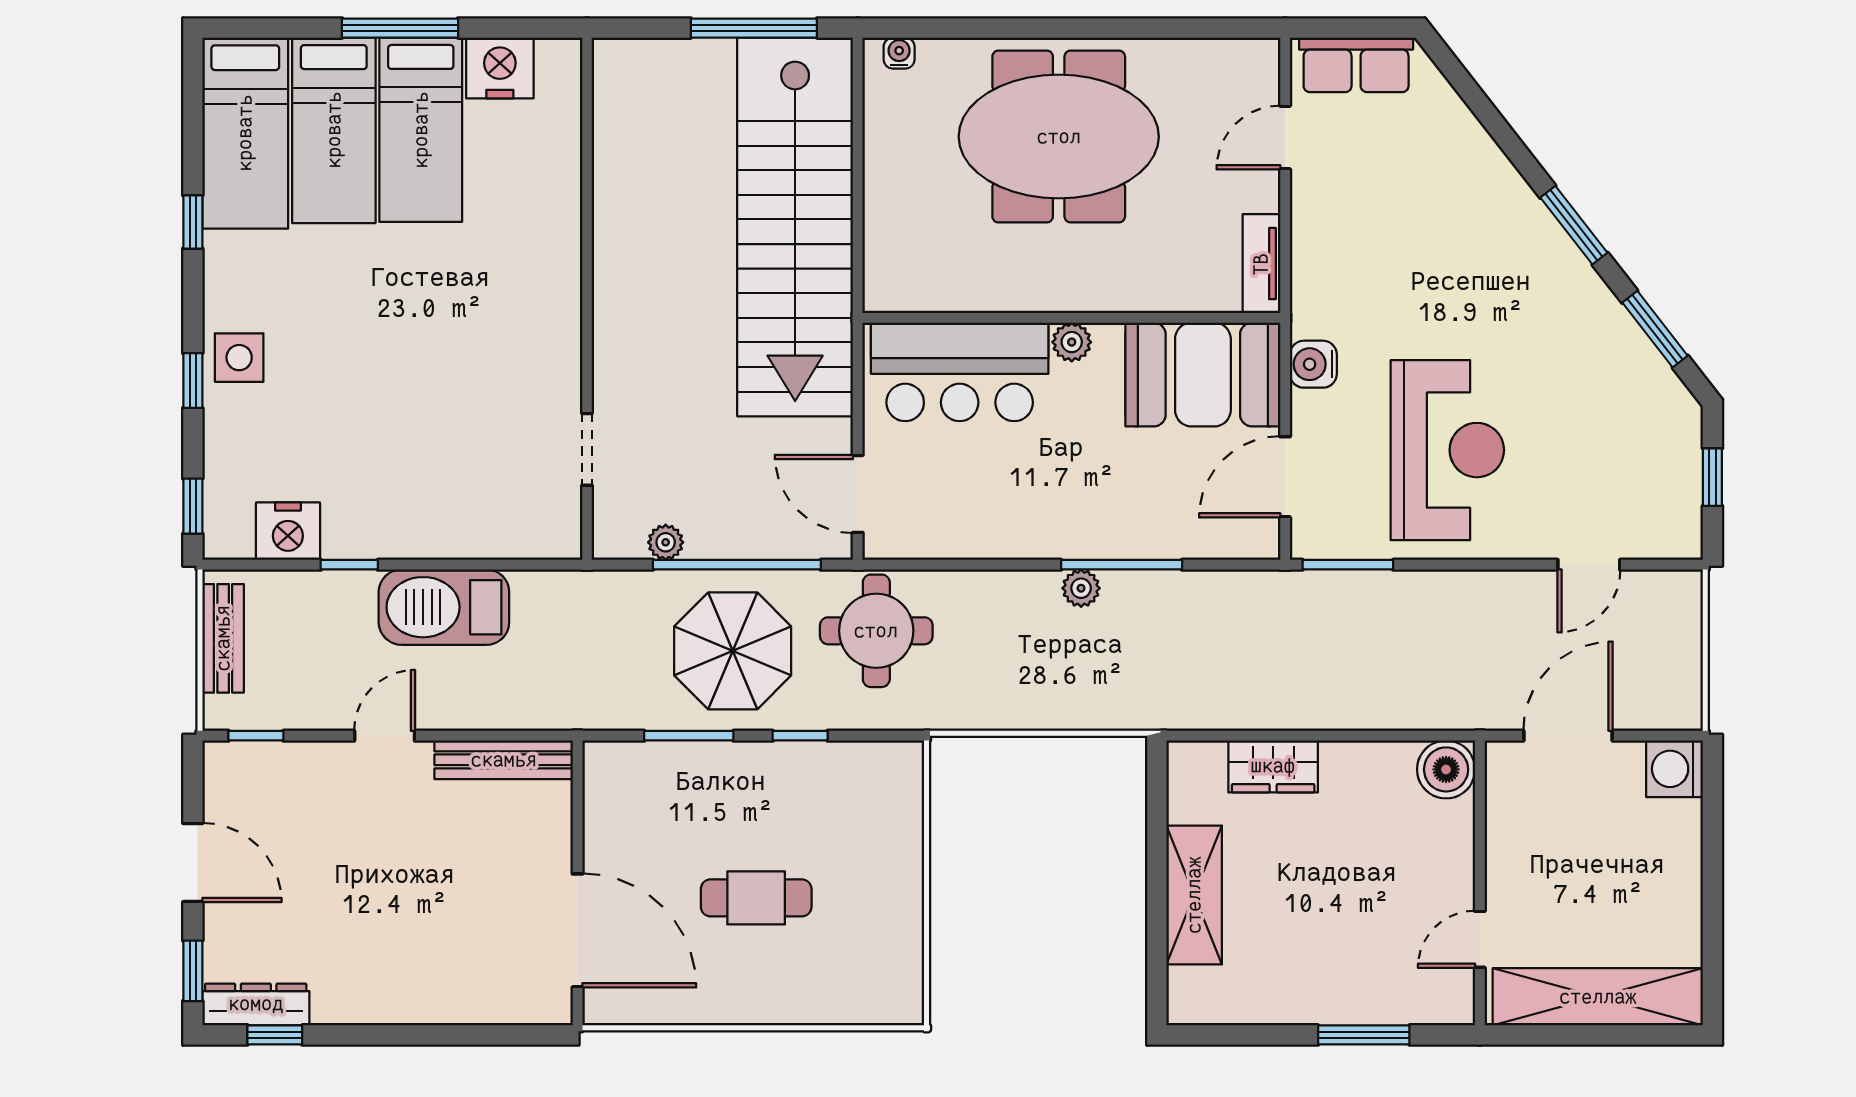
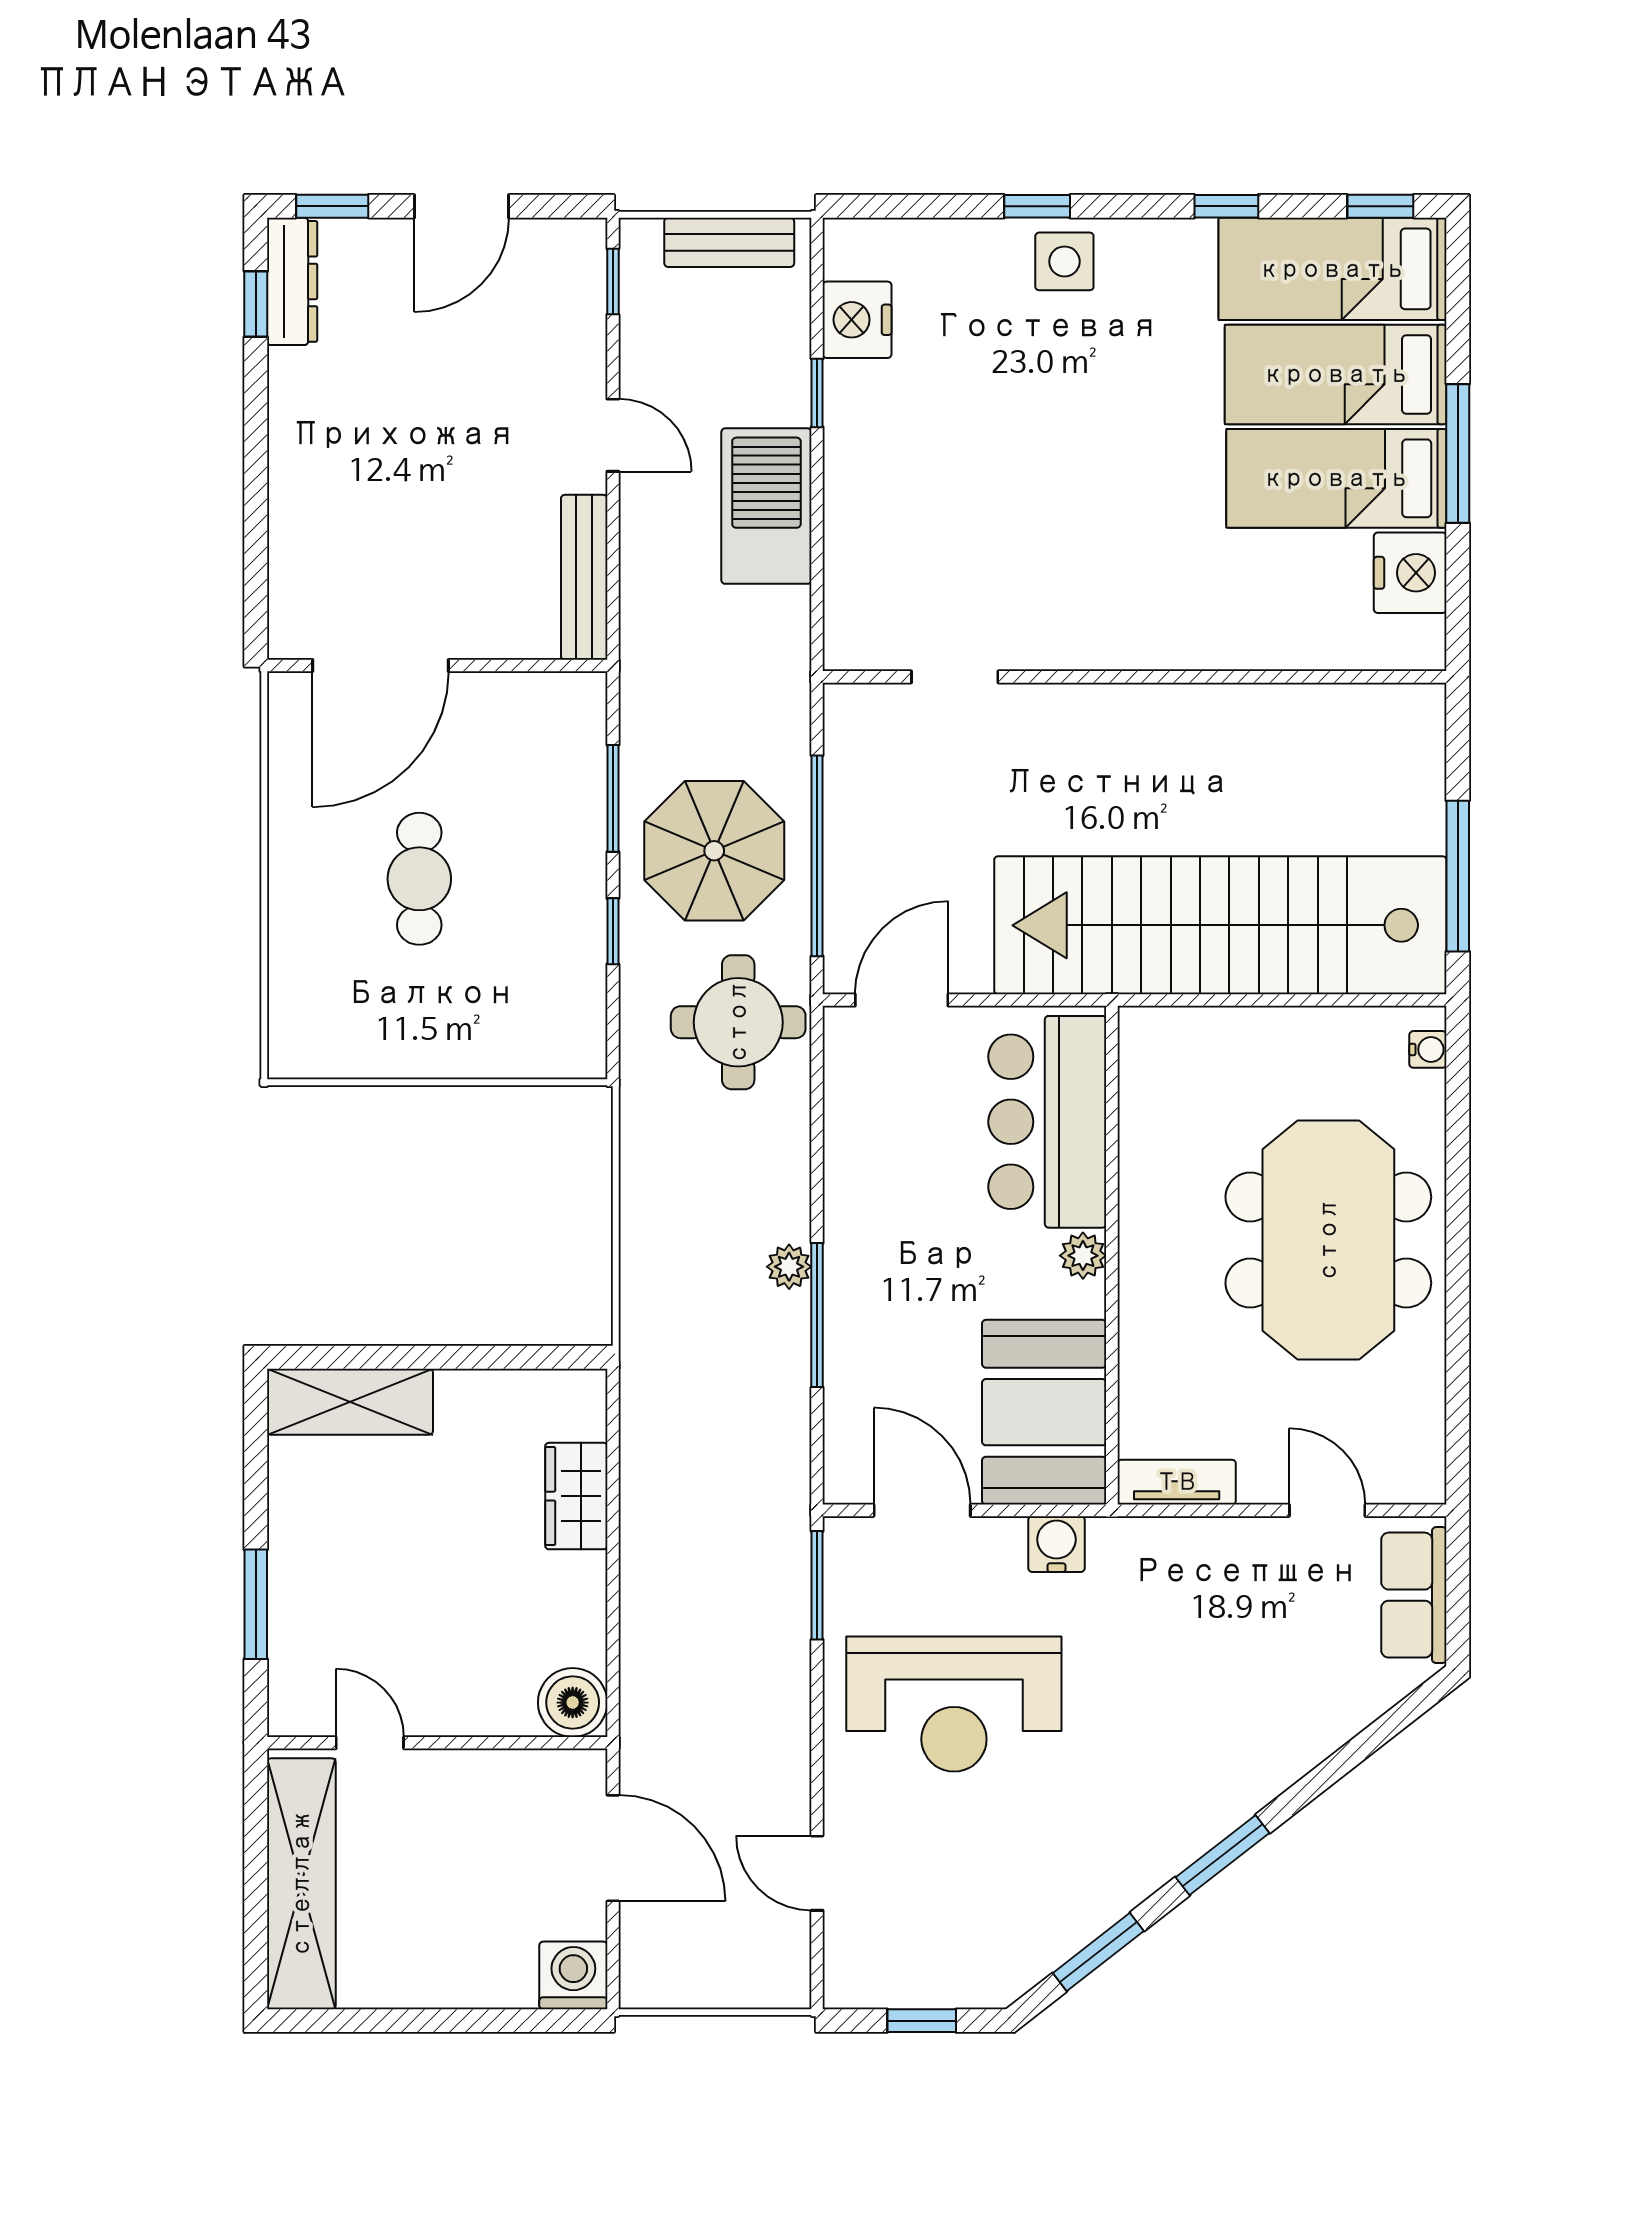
window: (193, 506) -> (1380, 206), moved
plant: (666, 542) -> (844, 771), removed
shelving: (1194, 895) -> (350, 1402), moved

